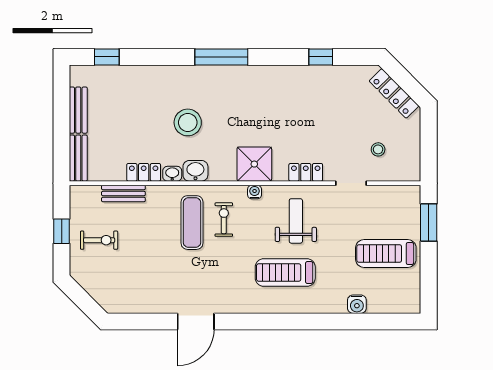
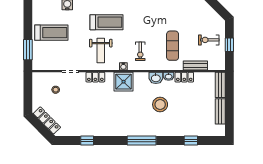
window: (107, 57) -> (191, 140), moved
exercise mat: (192, 223) -> (173, 46), moved

